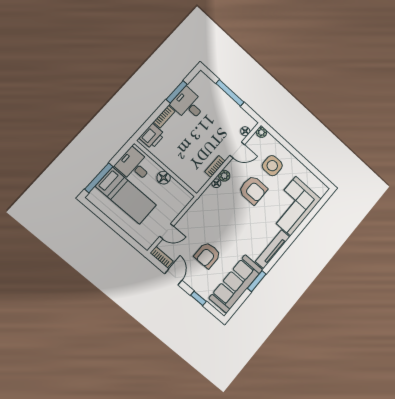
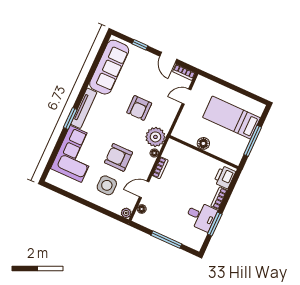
desk: (134, 166) -> (233, 146), removed
plant: (224, 176) -> (155, 137), moved, width x1.88, depth x1.88
window: (99, 178) -> (253, 141), moved
armchair: (207, 255) -> (139, 108), moved, turned 180
window: (257, 281) -> (70, 118), moved

